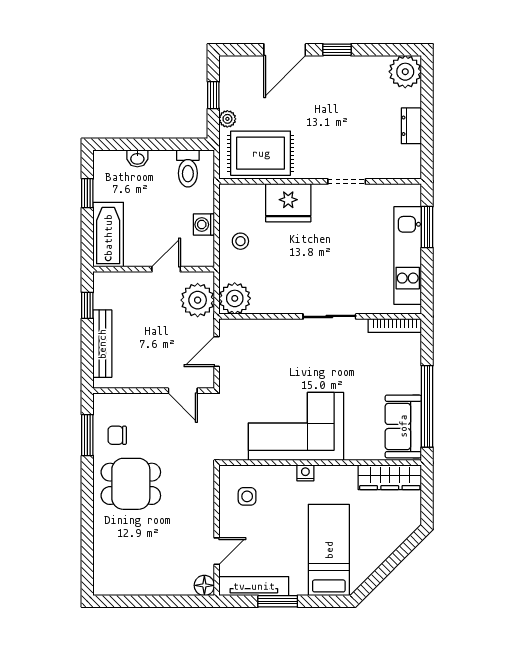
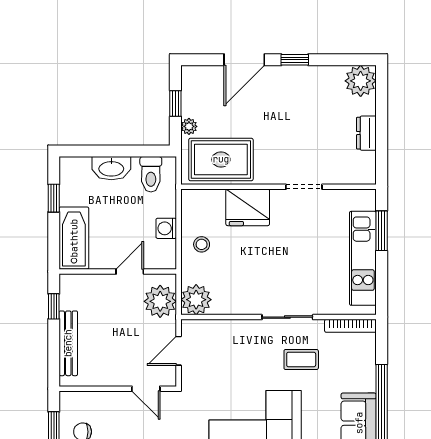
washbasin: (137, 158) -> (111, 168), width x1.91, depth x1.45
coffee table: (344, 360) -> (301, 359), added

